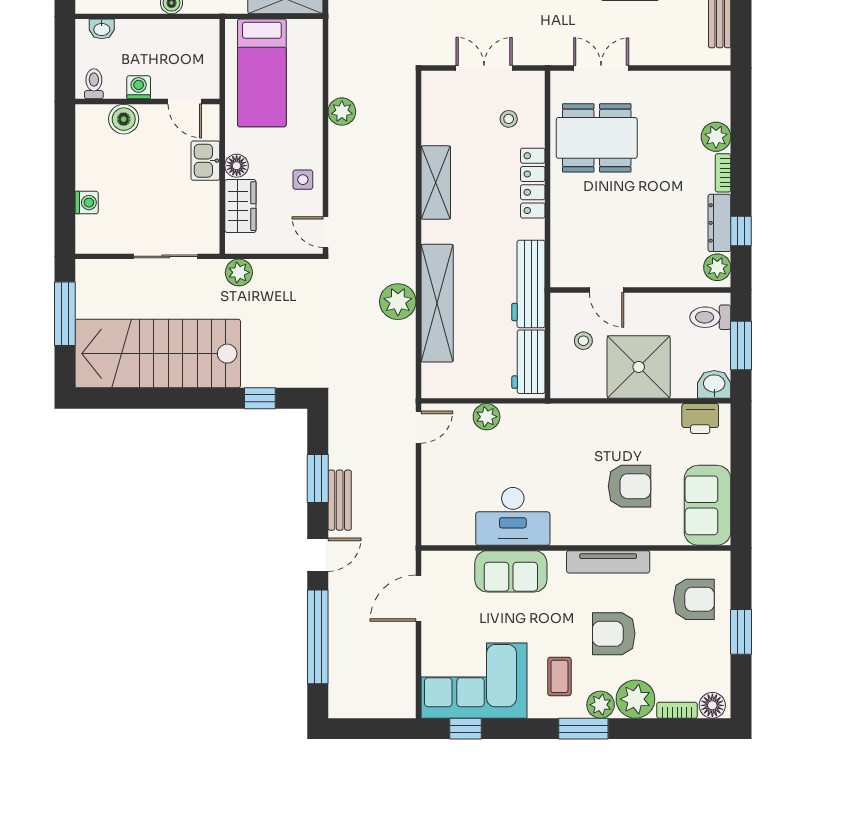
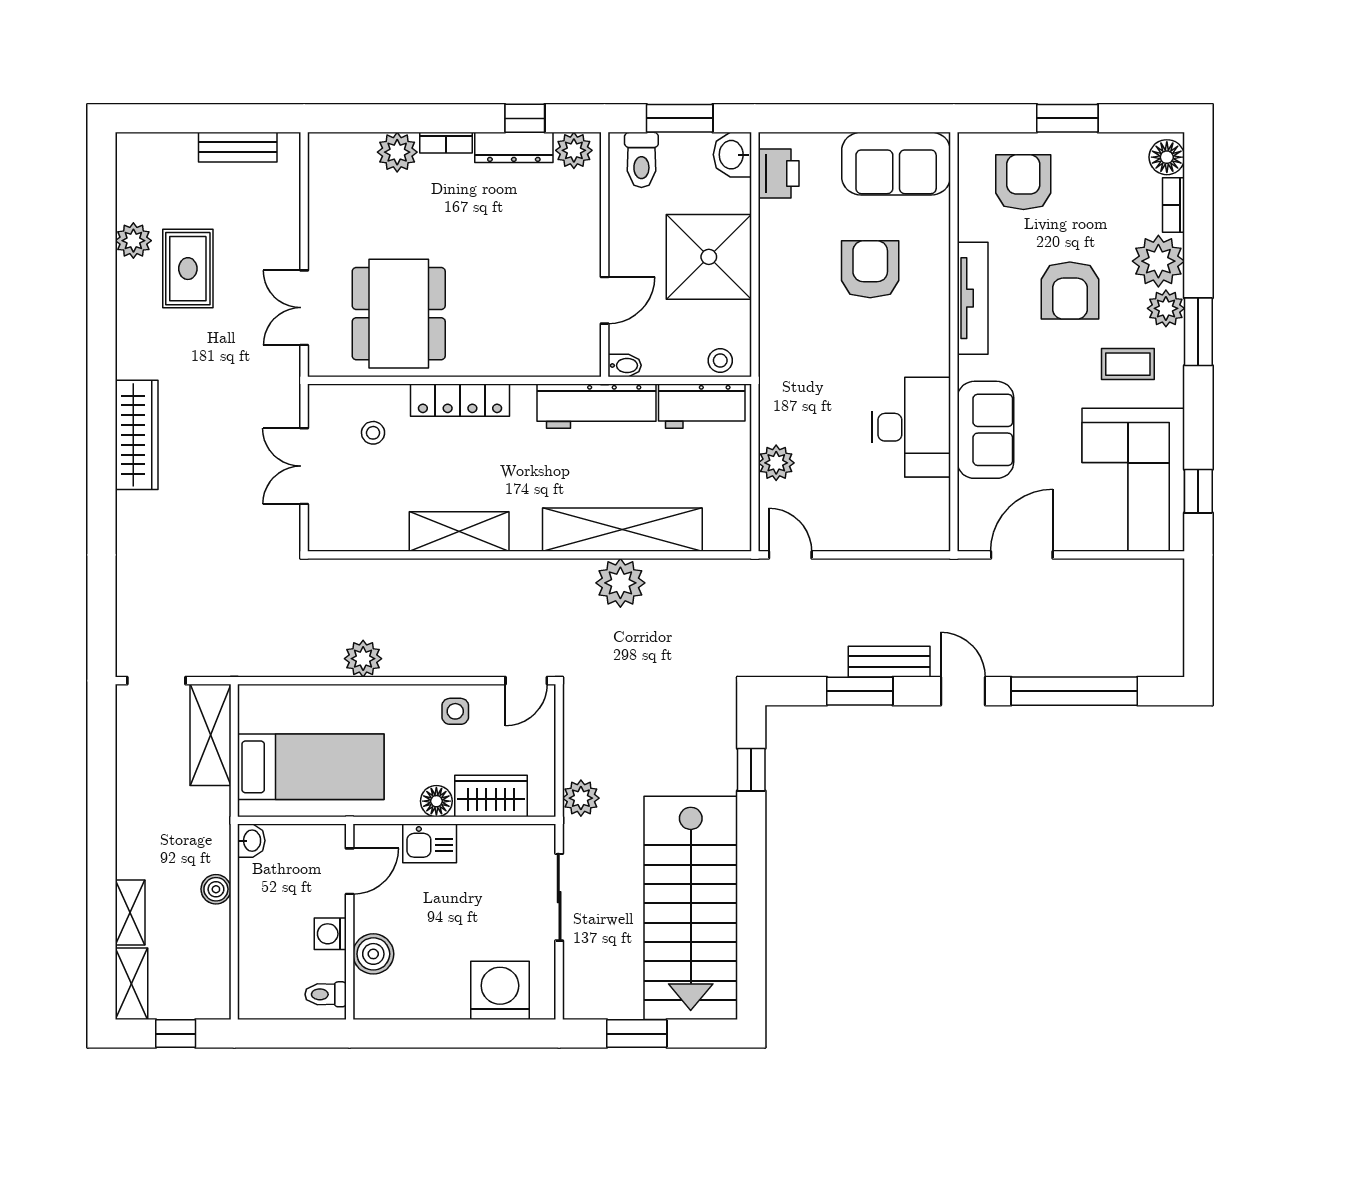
washbasin: (102, 29) -> (251, 841), moved
washing machine: (87, 203) -> (500, 990), width x1.89, depth x1.89
bidet: (558, 305) -> (625, 365), added
window: (65, 314) -> (637, 1034), width x0.69
stool: (583, 341) -> (720, 361), moved
door: (418, 598) -> (1022, 555), swing flipped

